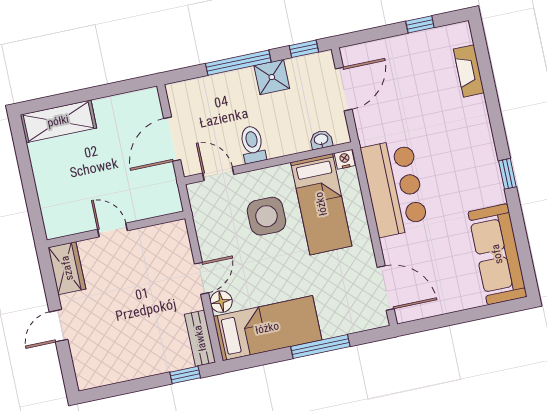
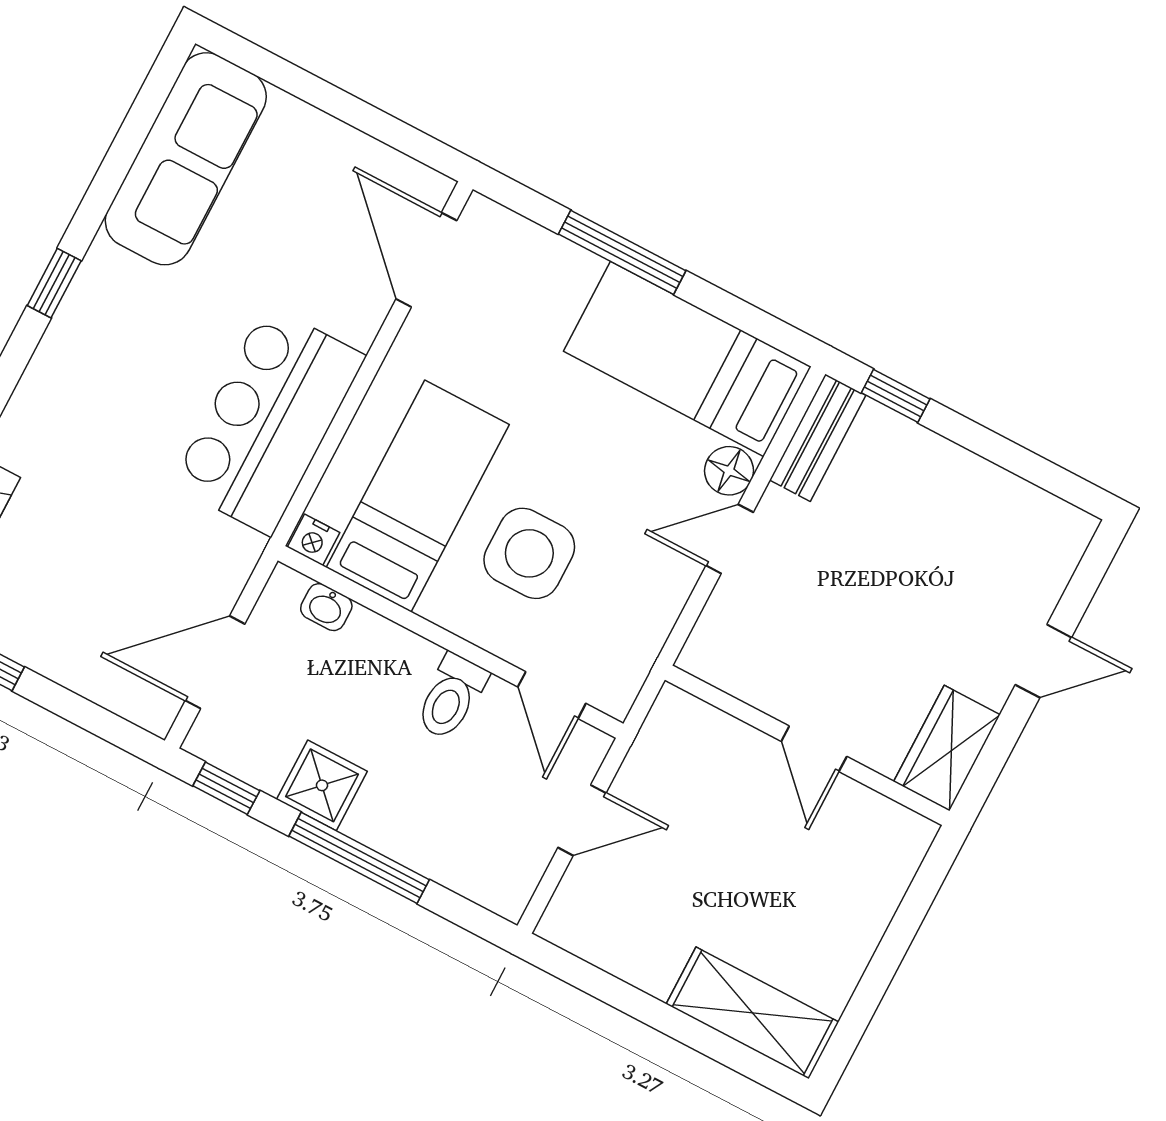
door: (172, 139) -> (582, 820), width x0.73

